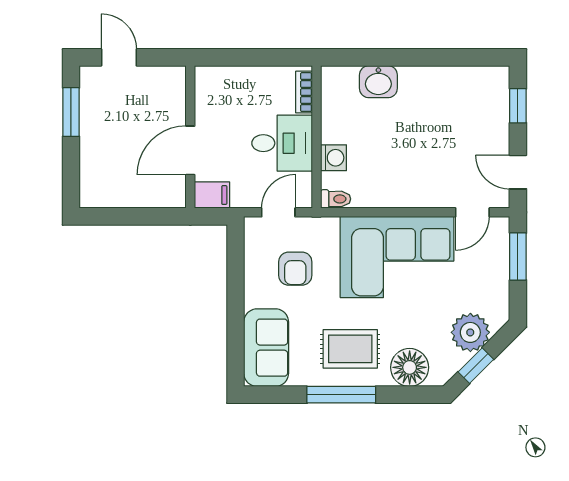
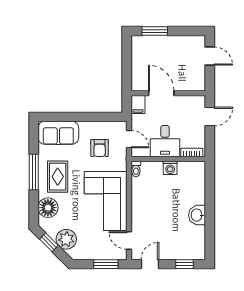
door: (119, 57) -> (210, 56), hinge flipped
door: (235, 57) -> (210, 117), added
washbasin: (378, 82) -> (197, 215), moved
window: (71, 112) -> (155, 31), moved
washing machine: (333, 158) -> (170, 168), moved
armchair: (295, 269) -> (100, 148), turned -90

